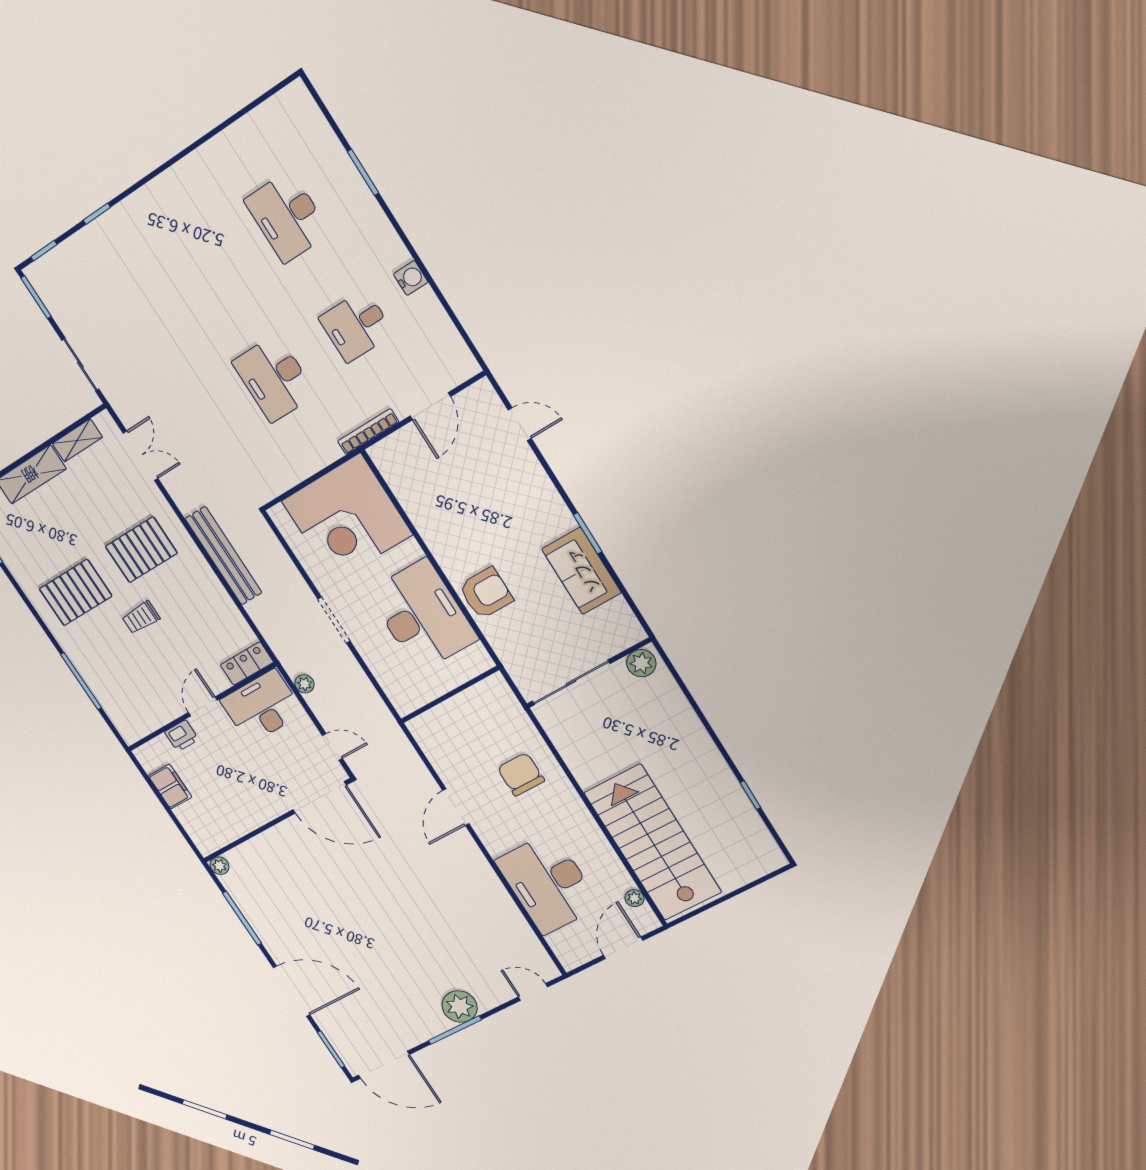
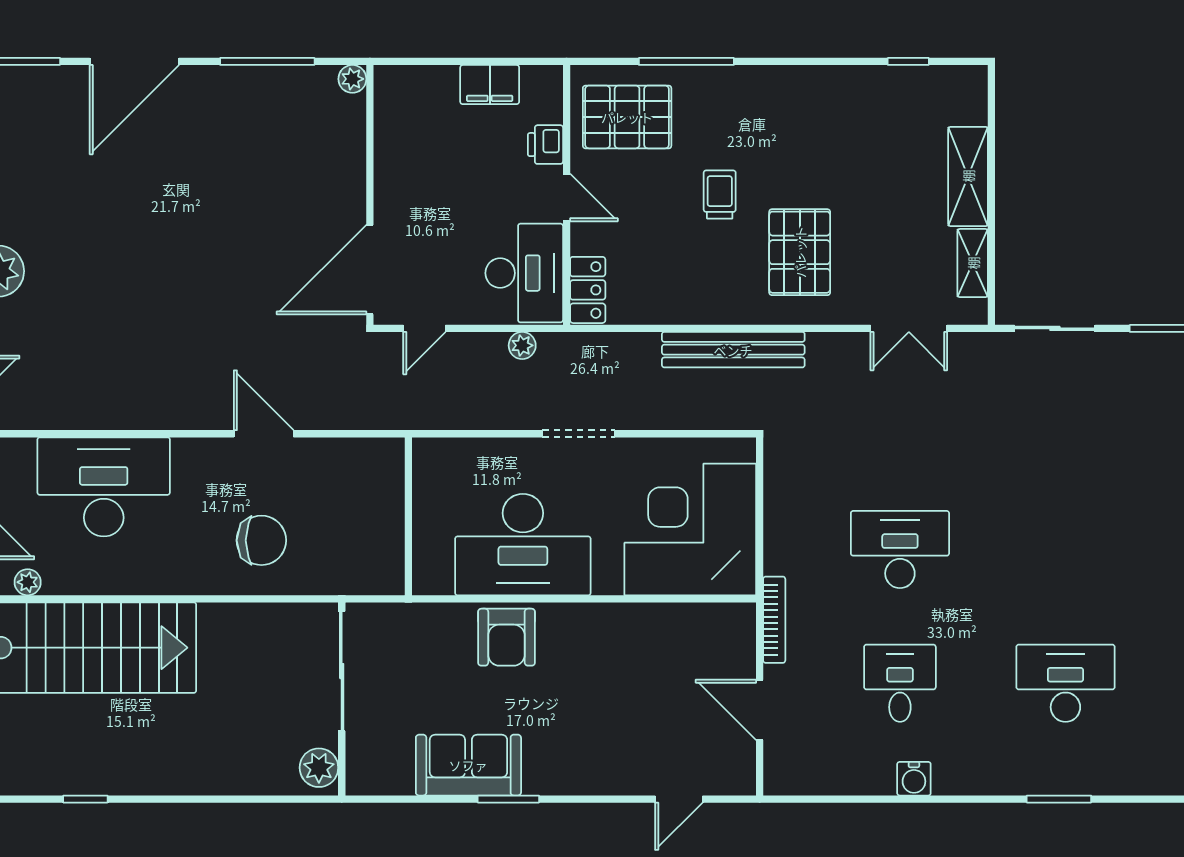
pallet: (76, 593) -> (627, 117), moved, turned 90

